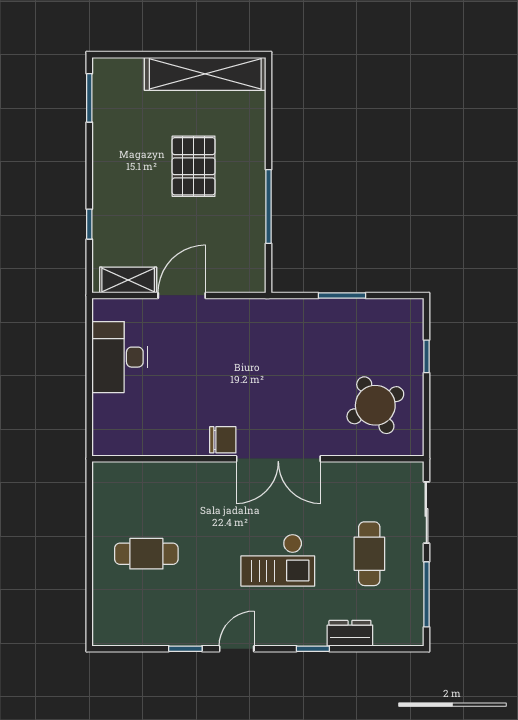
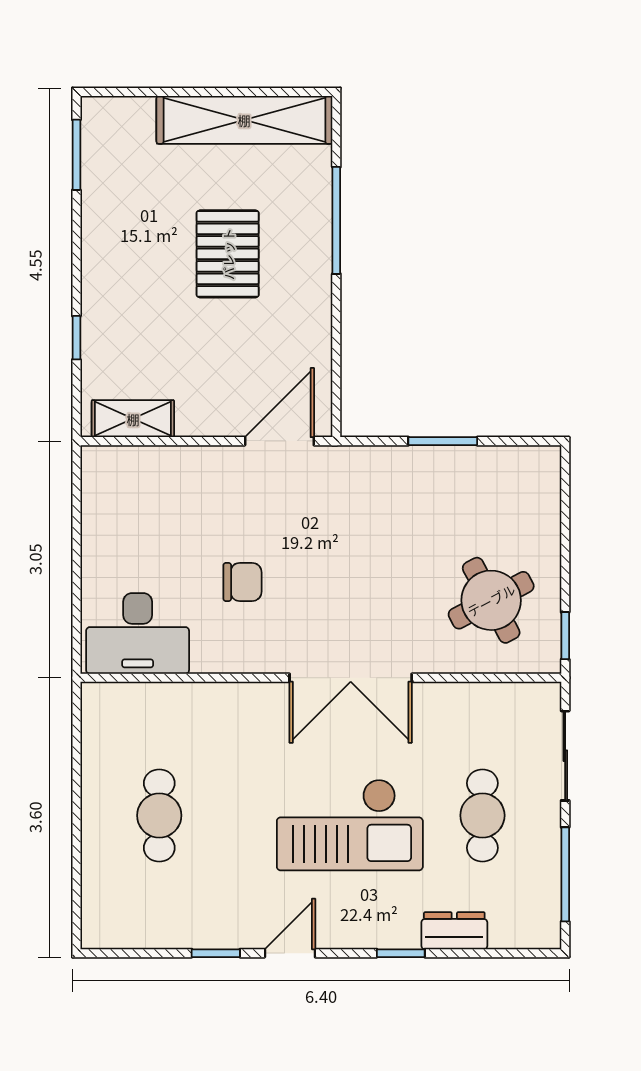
window: (269, 206) -> (336, 220), moved
door: (182, 295) -> (279, 441), moved
window: (426, 356) -> (565, 636), moved
desk: (120, 357) -> (138, 633), moved, turned -90
chair: (223, 440) -> (242, 582), moved
cafe table: (146, 554) -> (159, 815), turned 90
checkout: (278, 560) -> (350, 825), width x1.36, depth x1.21

